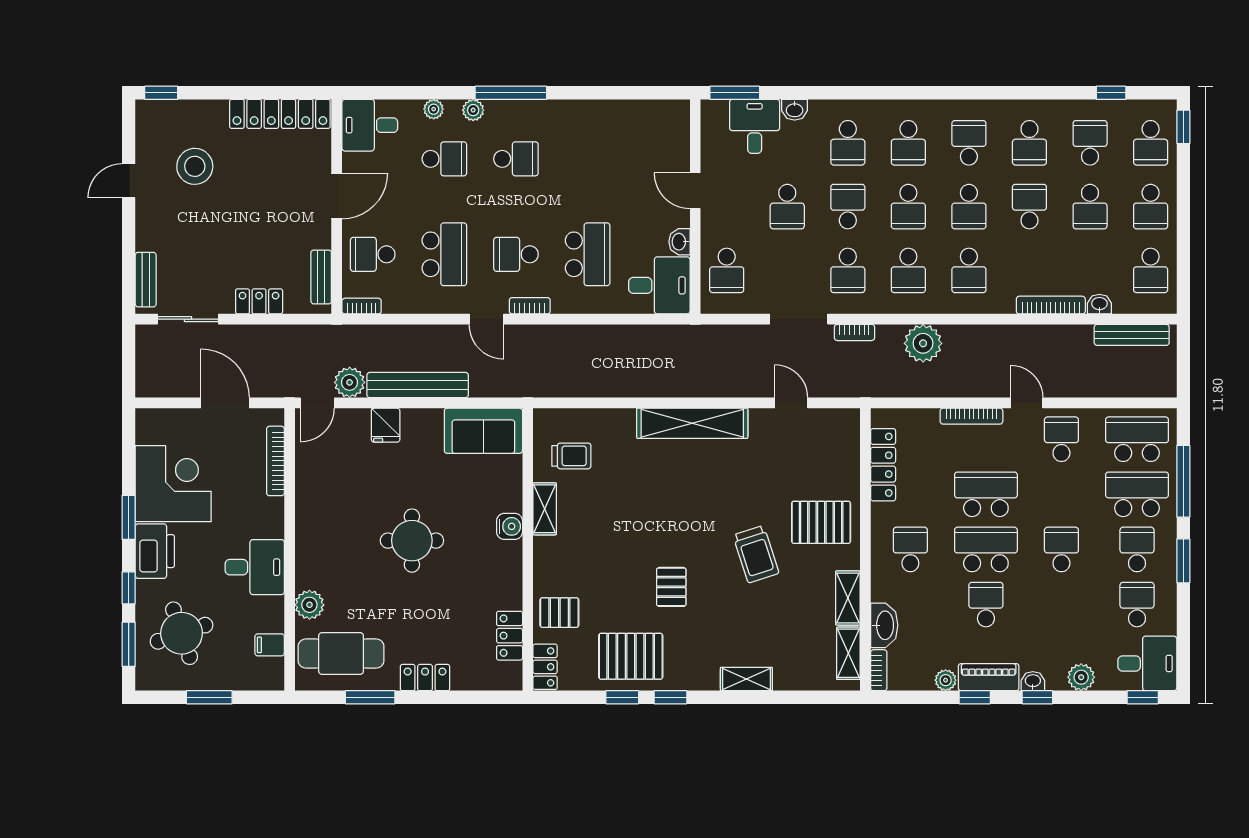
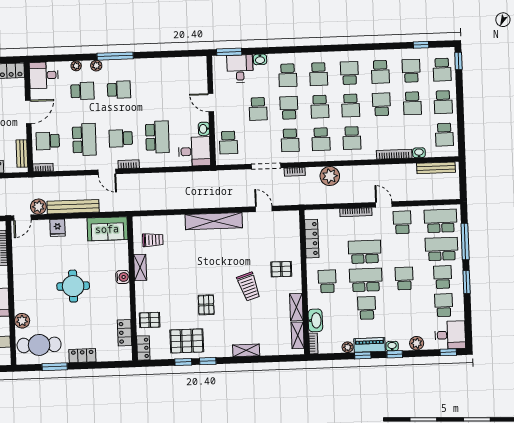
pallet: (821, 522) -> (281, 269), width x0.67, depth x0.71

